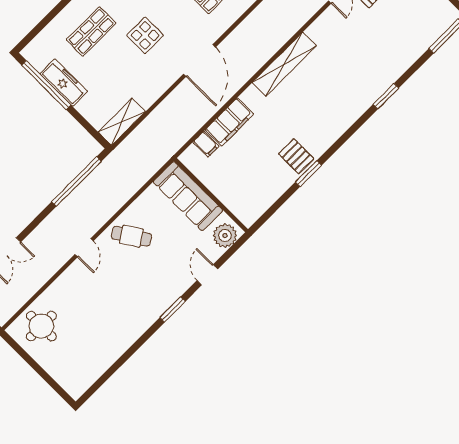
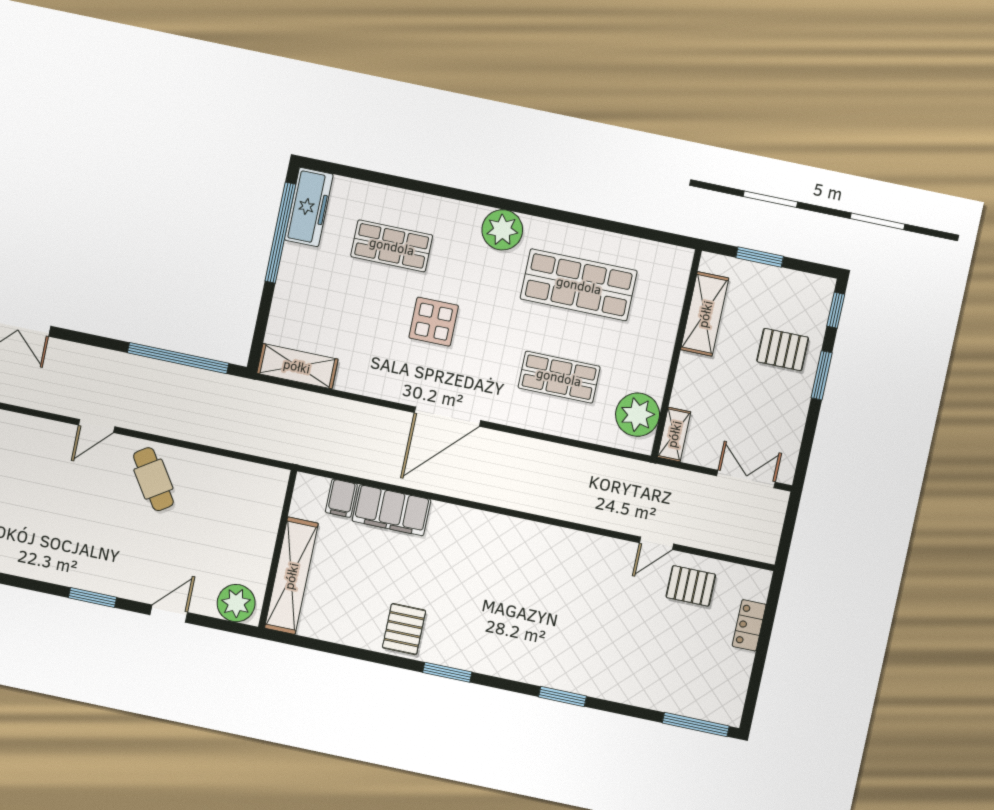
shelving: (284, 64) -> (291, 576), moved, turned 90
freezer: (64, 83) -> (309, 207), moved
window: (308, 174) -> (447, 672), moved
sofa: (188, 196) -> (256, 520), removed

